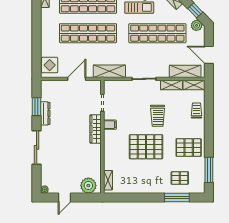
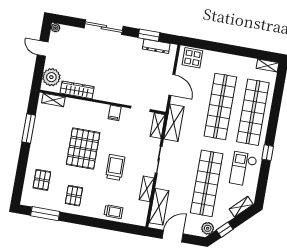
shelving: (194, 85) -> (158, 126), moved
dresser: (45, 113) -> (156, 46), moved
trolley: (158, 116) -> (115, 167), turned 90
wardrobe: (96, 129) -> (77, 90), moved
pallet: (189, 148) -> (74, 196), width x0.67, depth x0.71
window: (177, 198) -> (29, 128), moved

